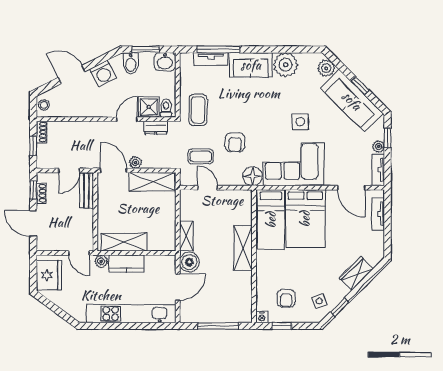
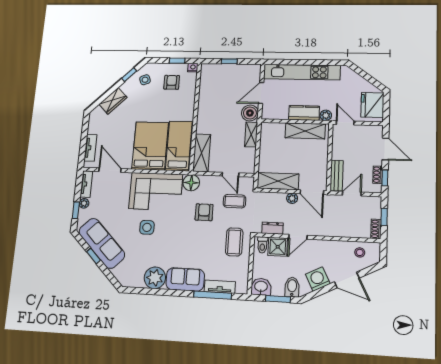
plant: (326, 68) -> (120, 273), removed
stool: (44, 105) -> (360, 252), moved
shelving: (243, 248) -> (202, 153), moved
window: (218, 326) -> (229, 61), width x0.46

